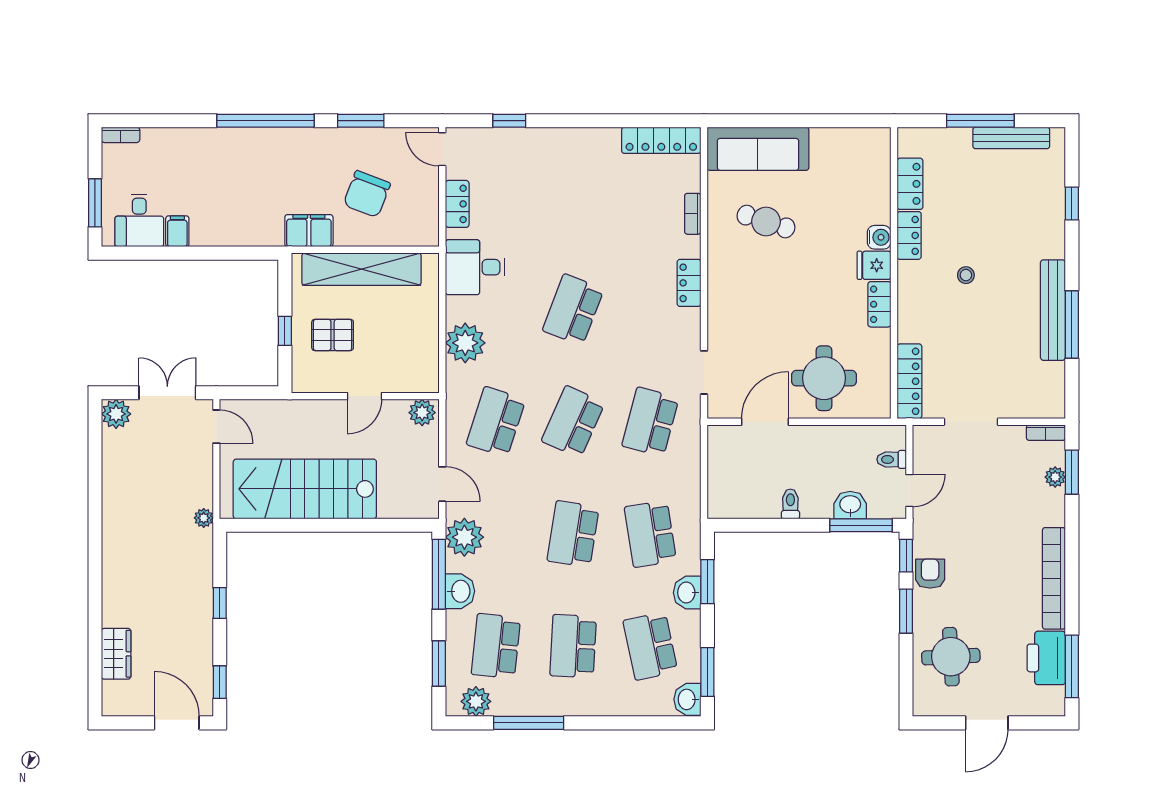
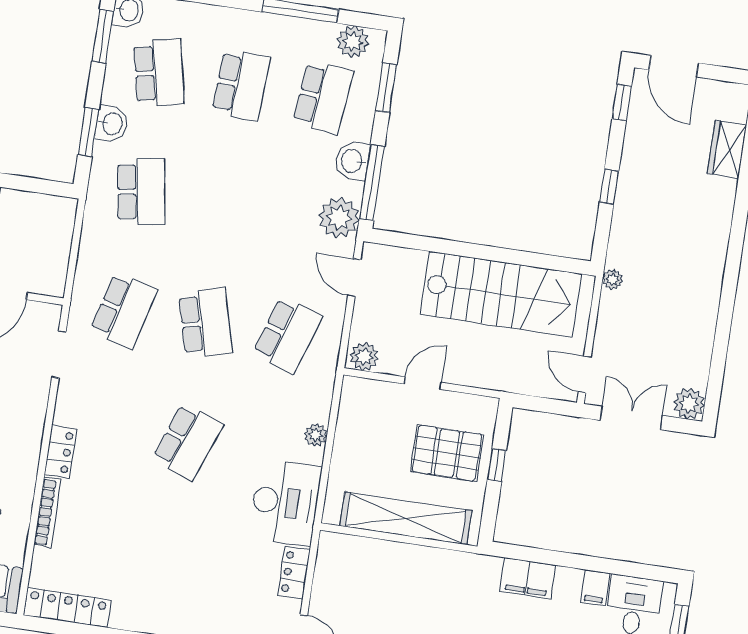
chair: (367, 194) -> (388, 597), removed
bookcase: (693, 214) -> (47, 512), width x1.56
filing cabinet: (309, 231) -> (527, 578), moved
desk: (475, 267) -> (285, 502), width x1.37
pallet: (333, 335) -> (447, 453), width x1.50, depth x1.42
plant: (465, 343) -> (316, 435), width x0.53, depth x0.53
double door: (167, 393) -> (631, 418), swing flipped
school desk: (573, 422) -> (205, 323), turned -39
school desk: (573, 534) -> (223, 204), removed

